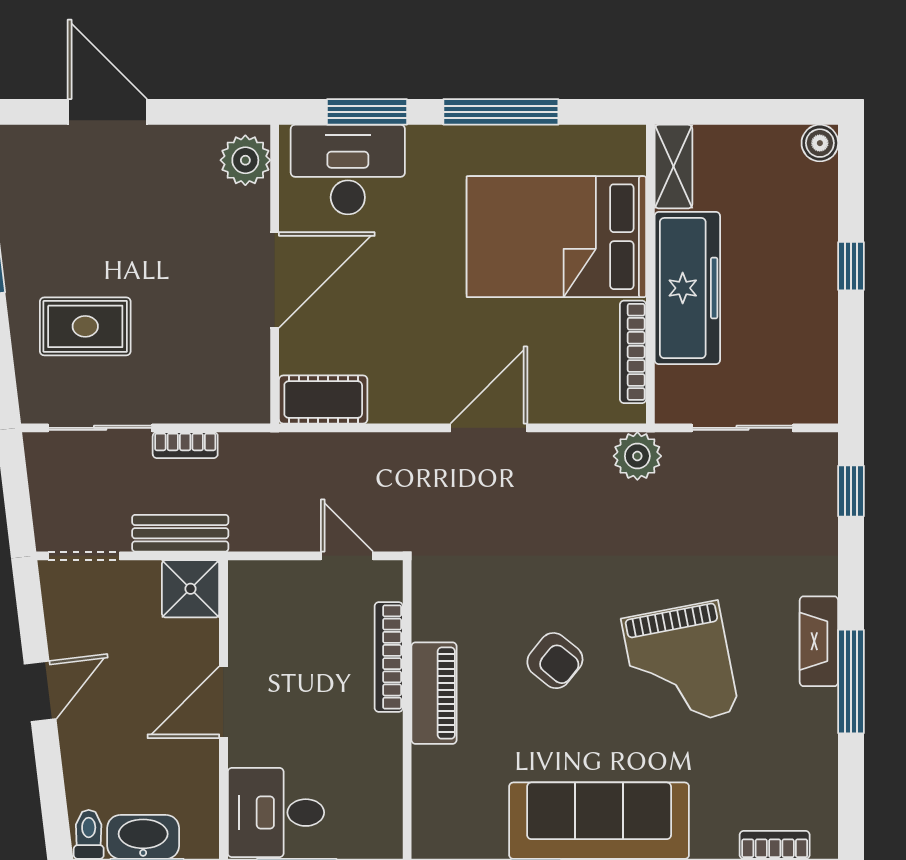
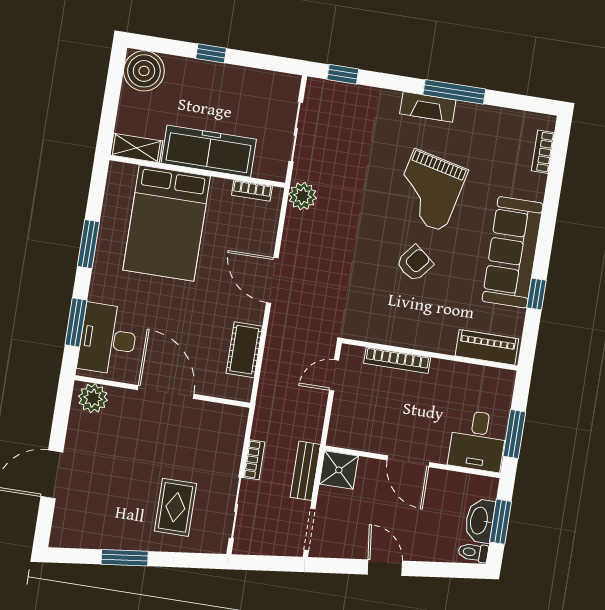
window: (501, 112) -> (88, 244), width x0.69
boiler: (820, 143) -> (144, 71), width x1.86, depth x1.86
bookcase: (633, 352) -> (252, 191), width x0.64
cot: (323, 400) -> (244, 350), moved
grand piano: (680, 665) -> (429, 190), turned 114
piano: (434, 693) -> (487, 347), moved

